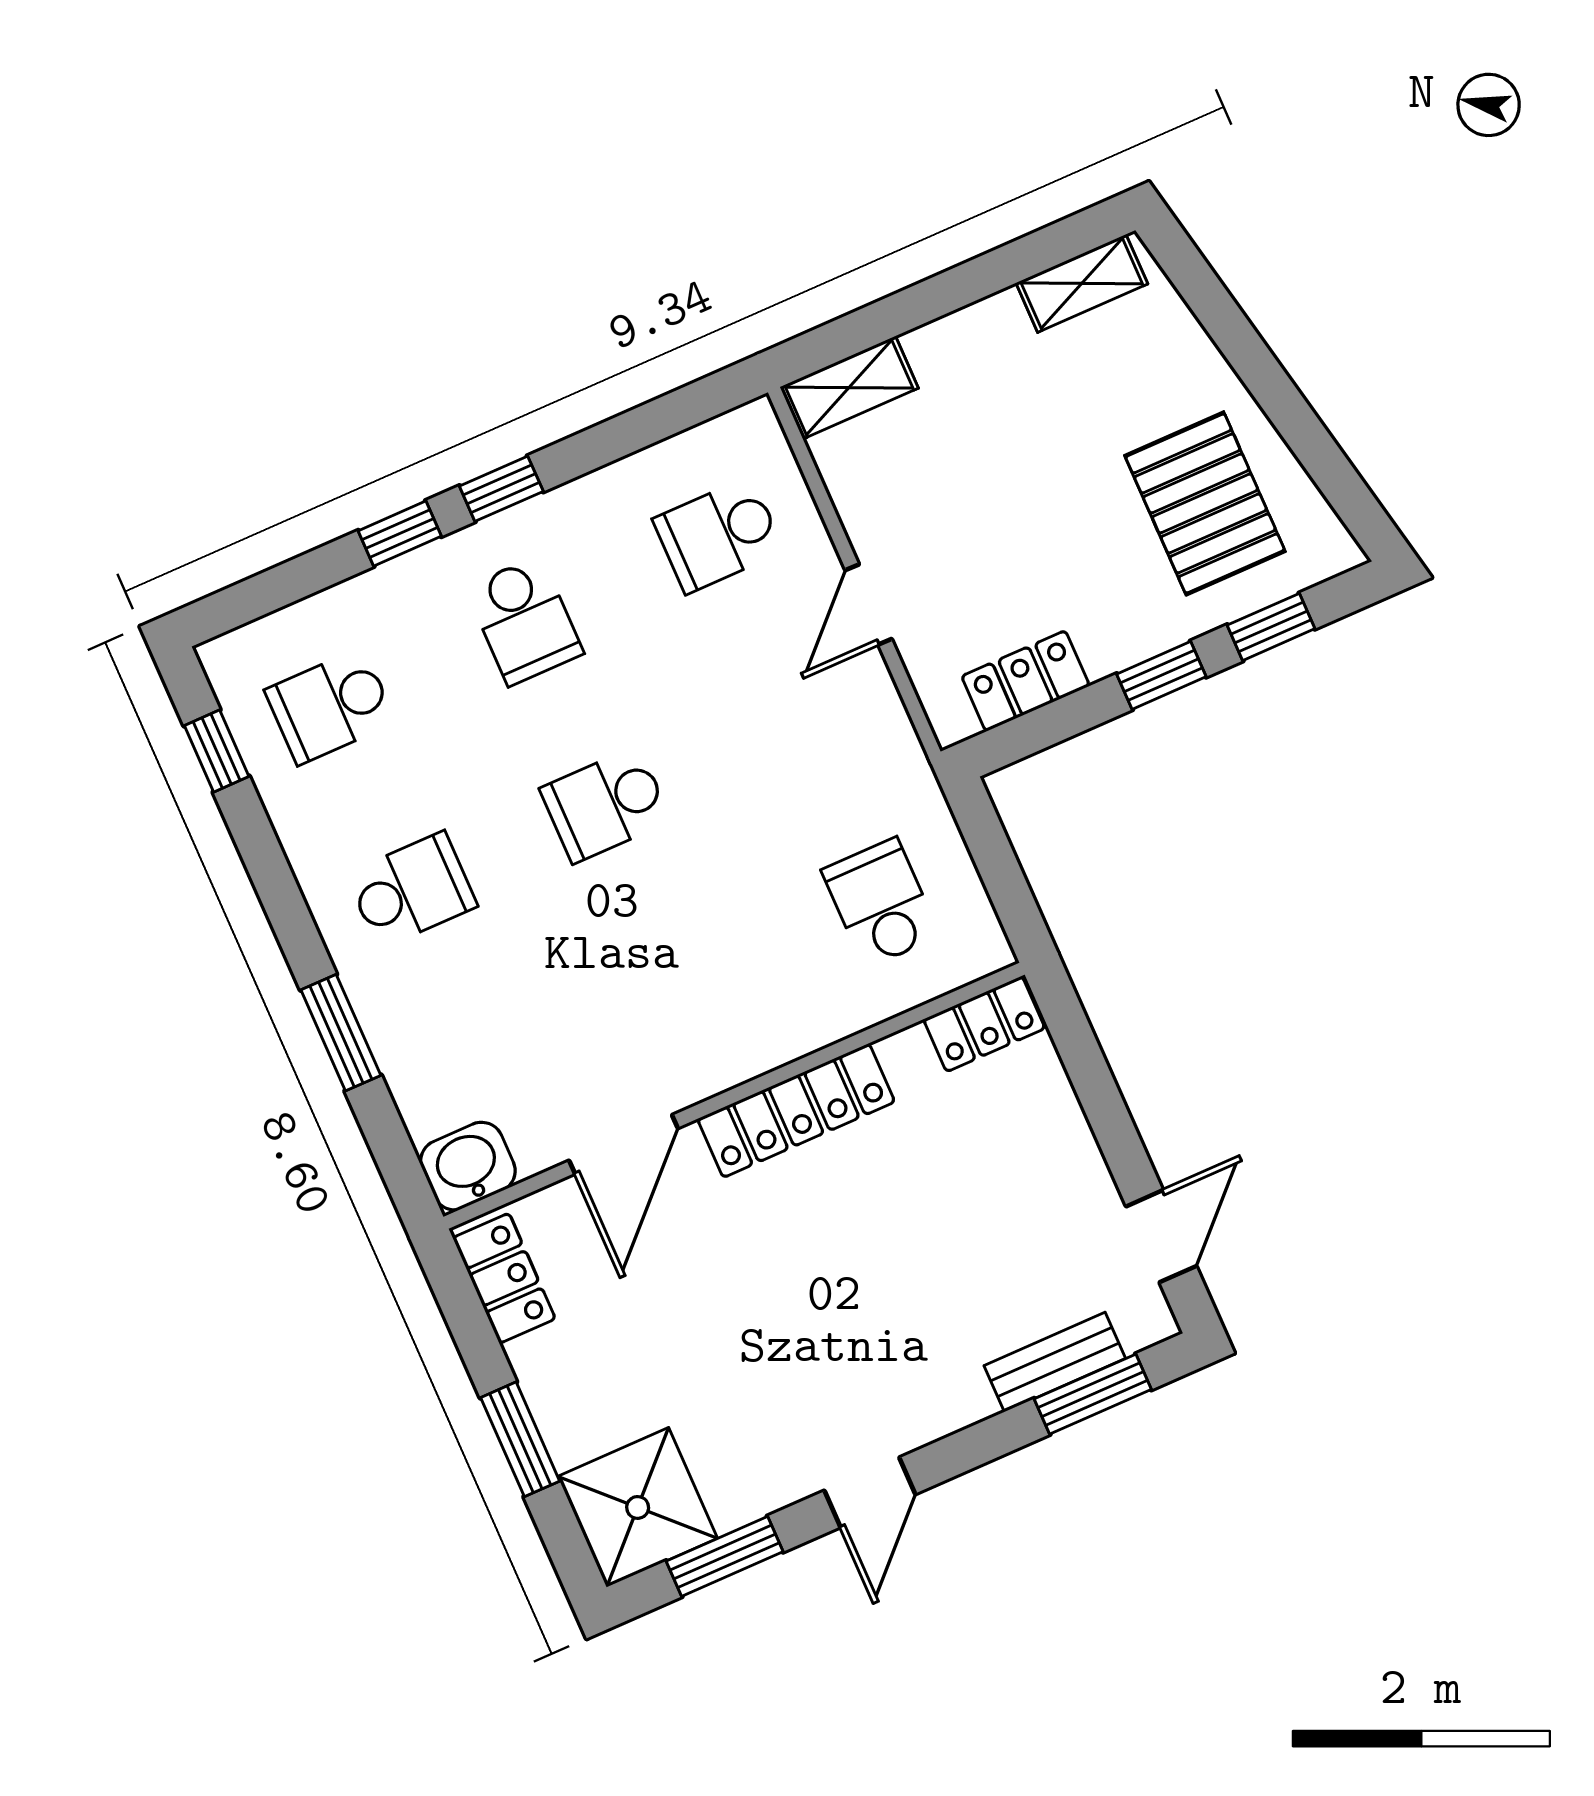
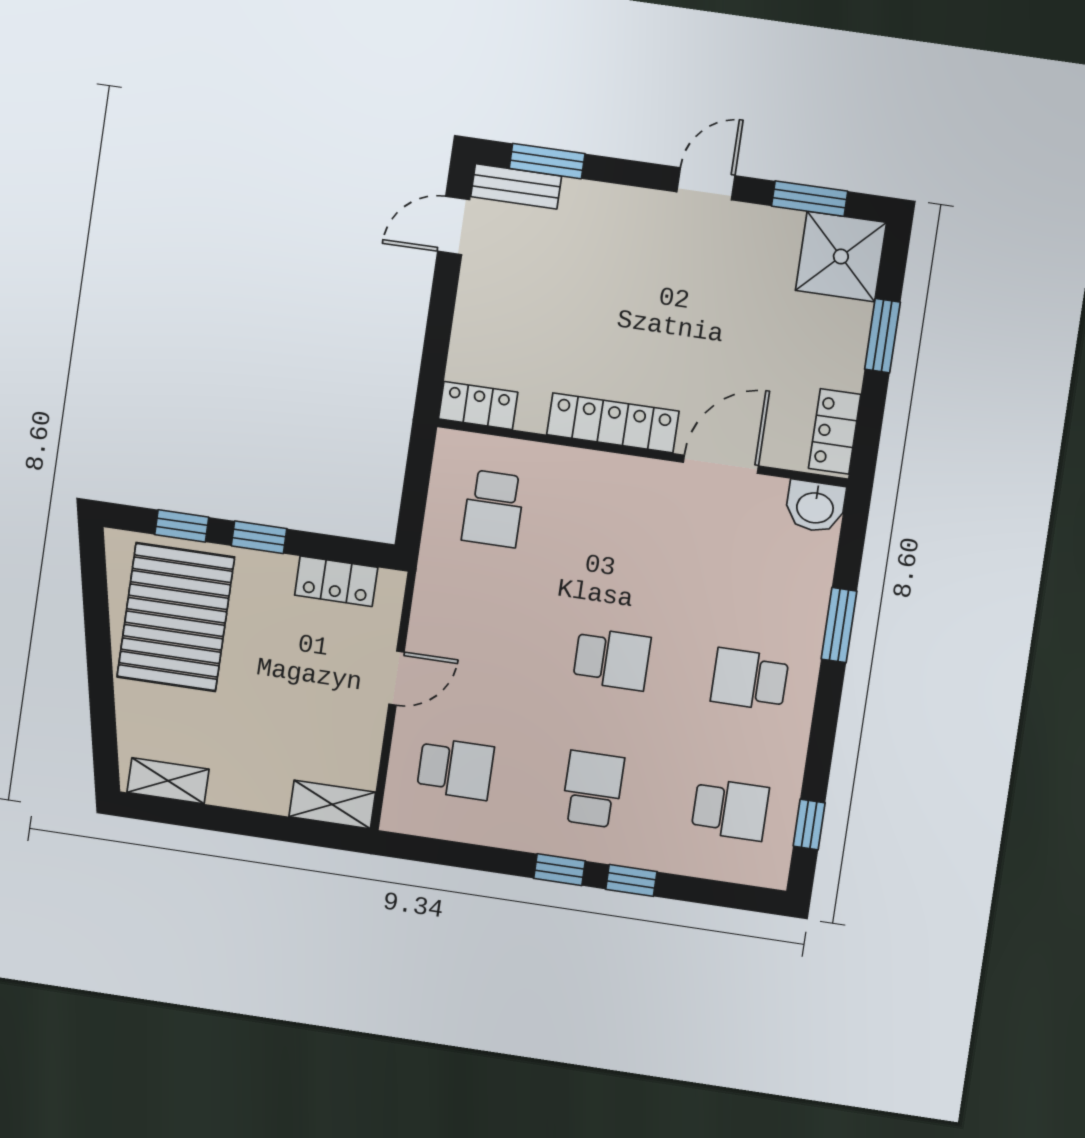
pallet: (1205, 503) -> (176, 617), width x1.37, depth x1.41
bench: (1055, 1362) -> (516, 186), moved

